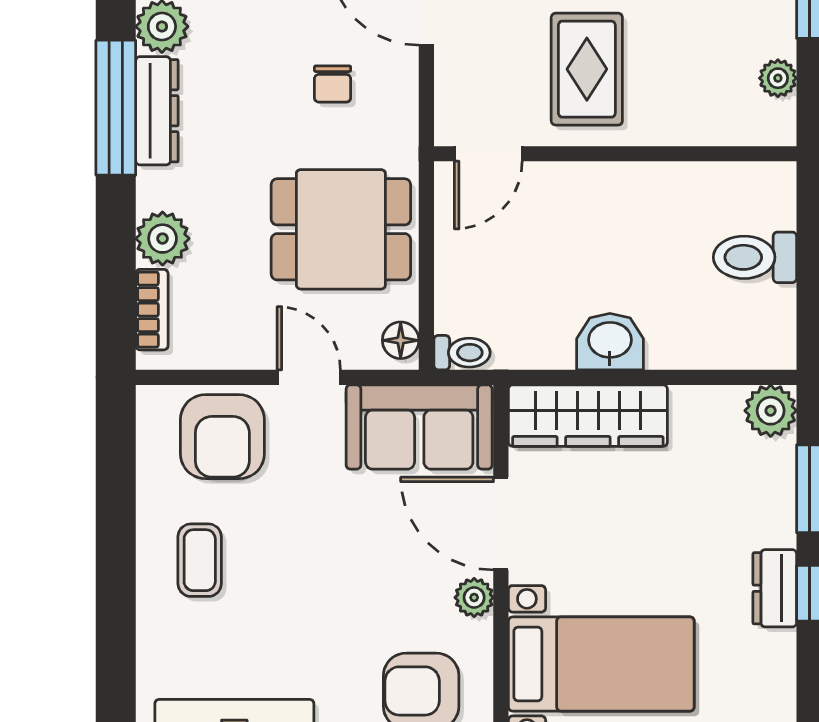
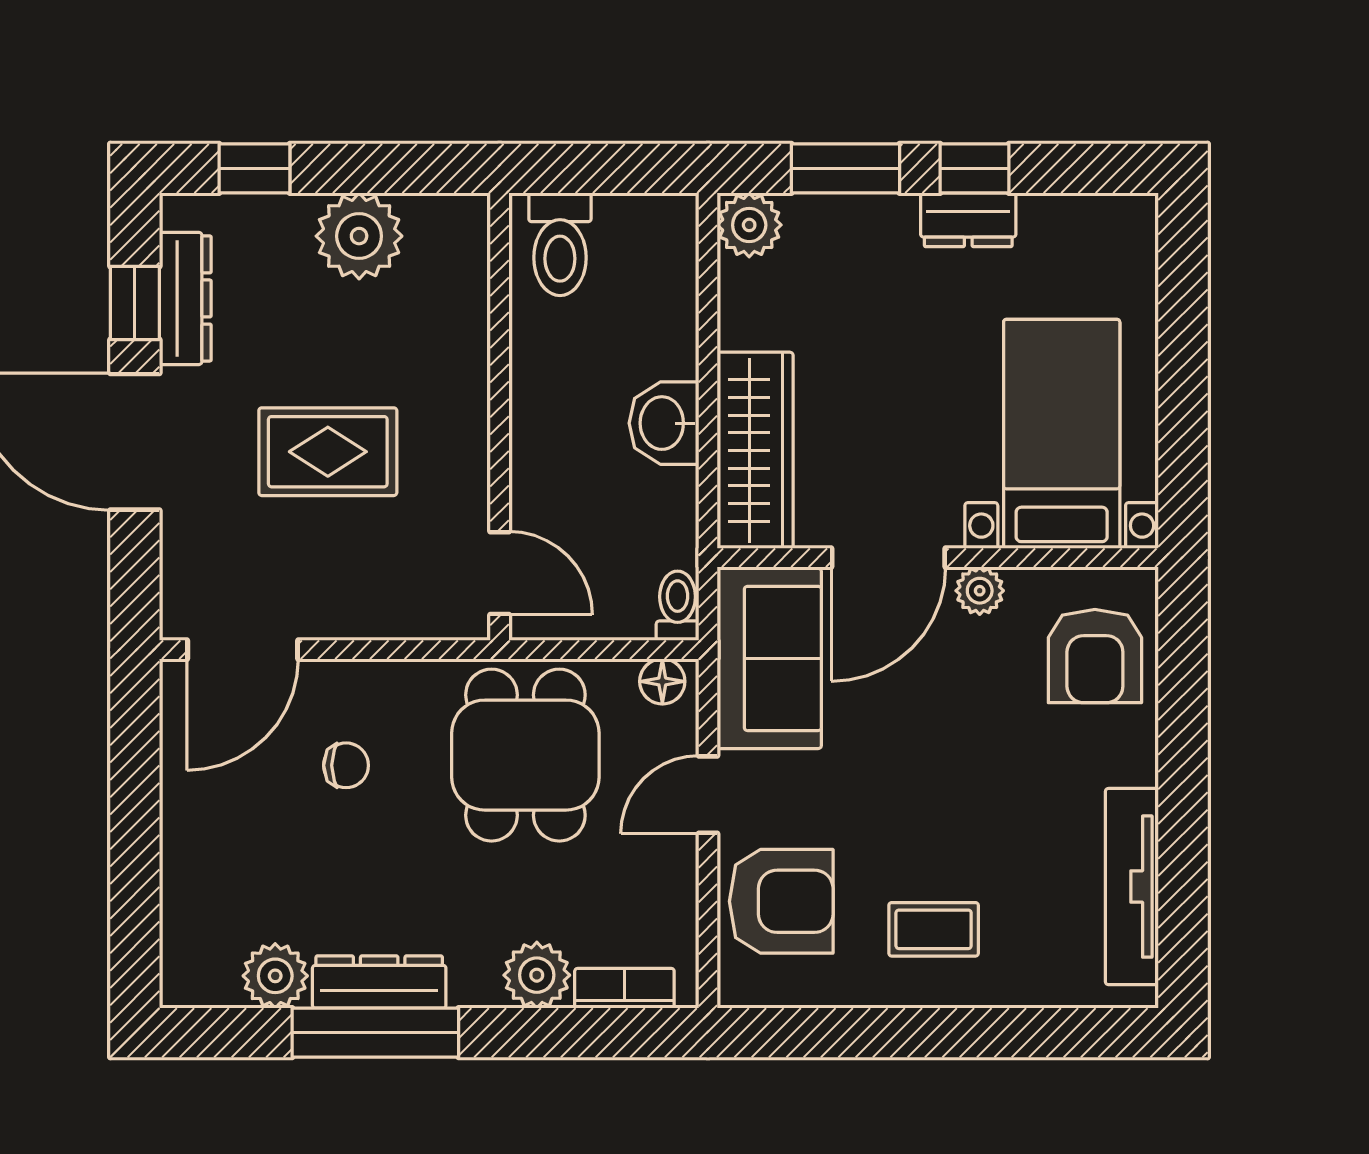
plant: (778, 78) -> (359, 236), width x1.88, depth x1.88
door: (488, 154) -> (500, 573), moved
wall: (615, 154) -> (500, 417), moved

